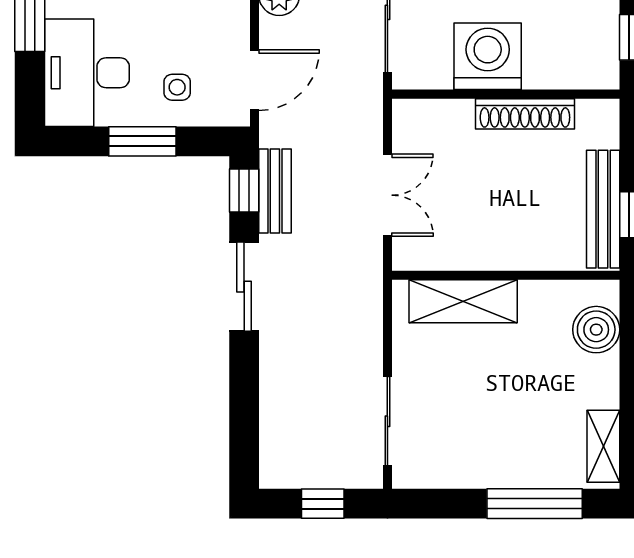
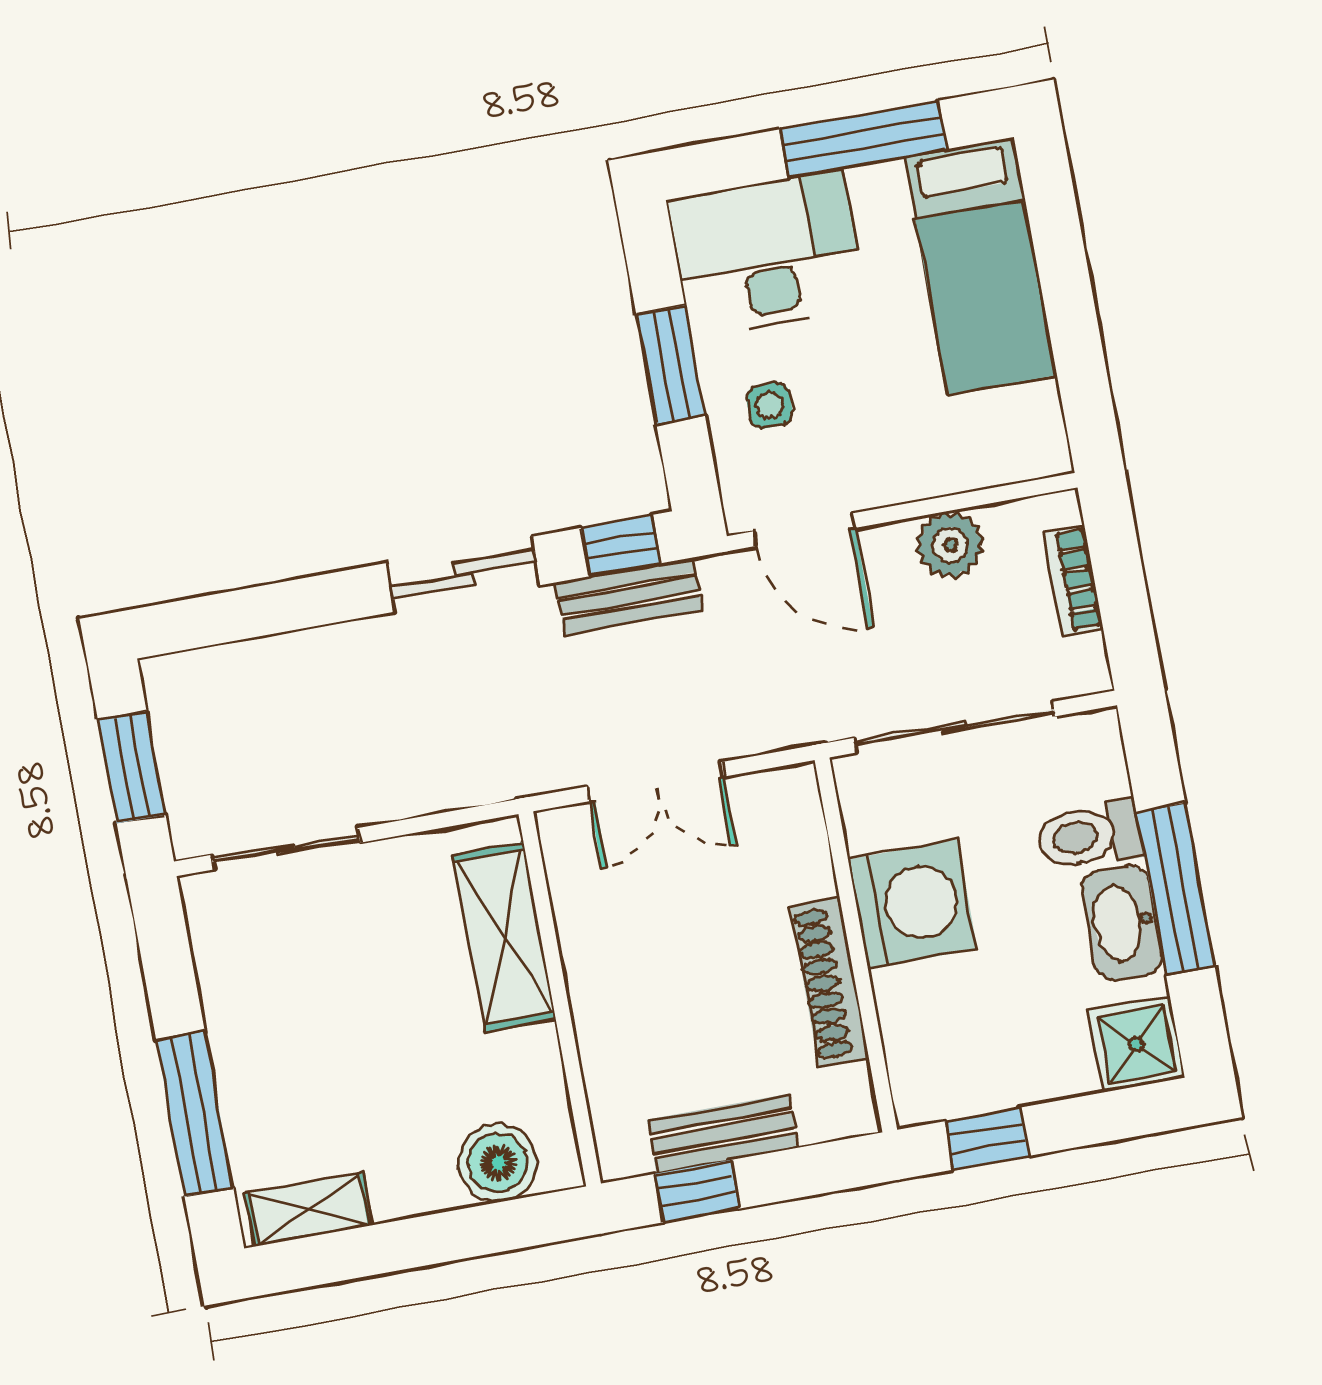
bench: (603, 209) -> (722, 1134), width x0.73
window: (323, 504) -> (132, 767), width x1.50

